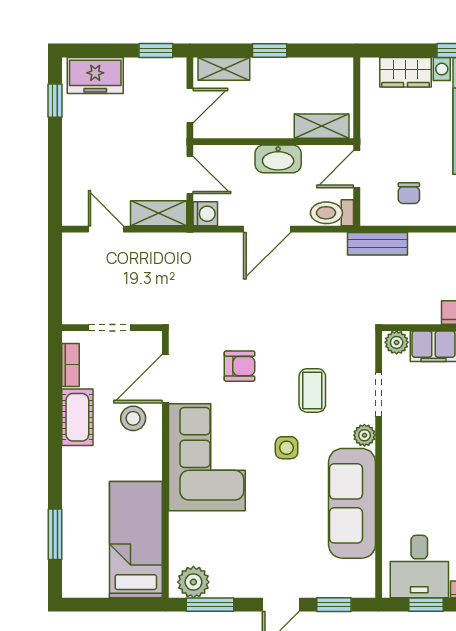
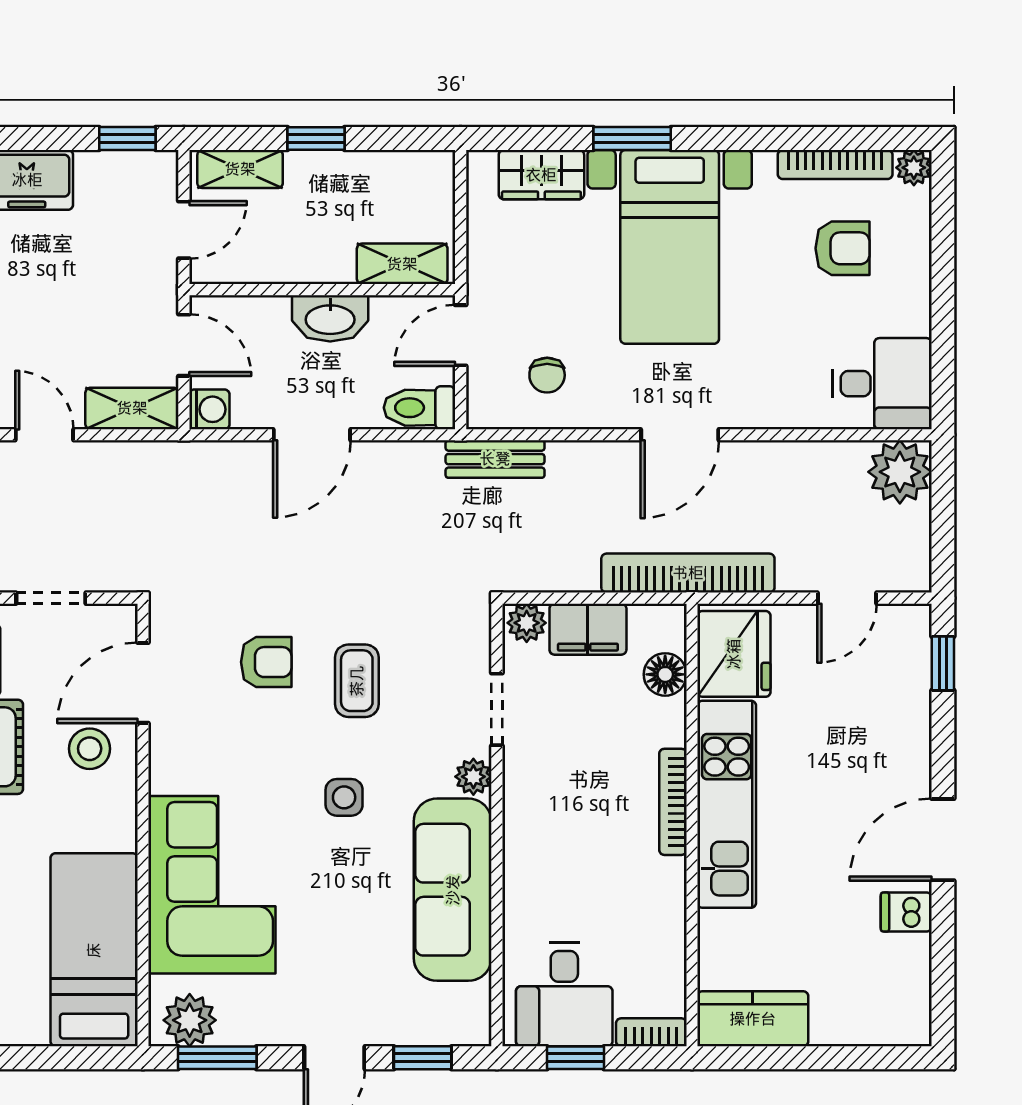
coffee table: (312, 390) -> (357, 681), moved
corner sofa: (207, 457) -> (212, 885), moved

